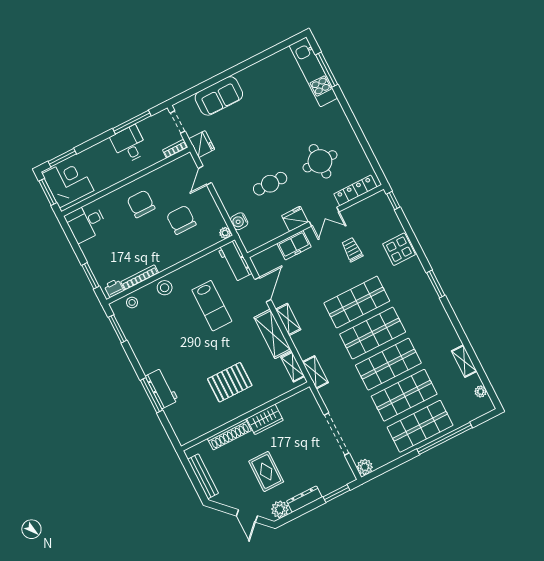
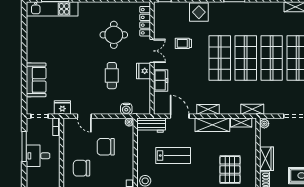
plant: (306, 395) -> (264, 124), added

